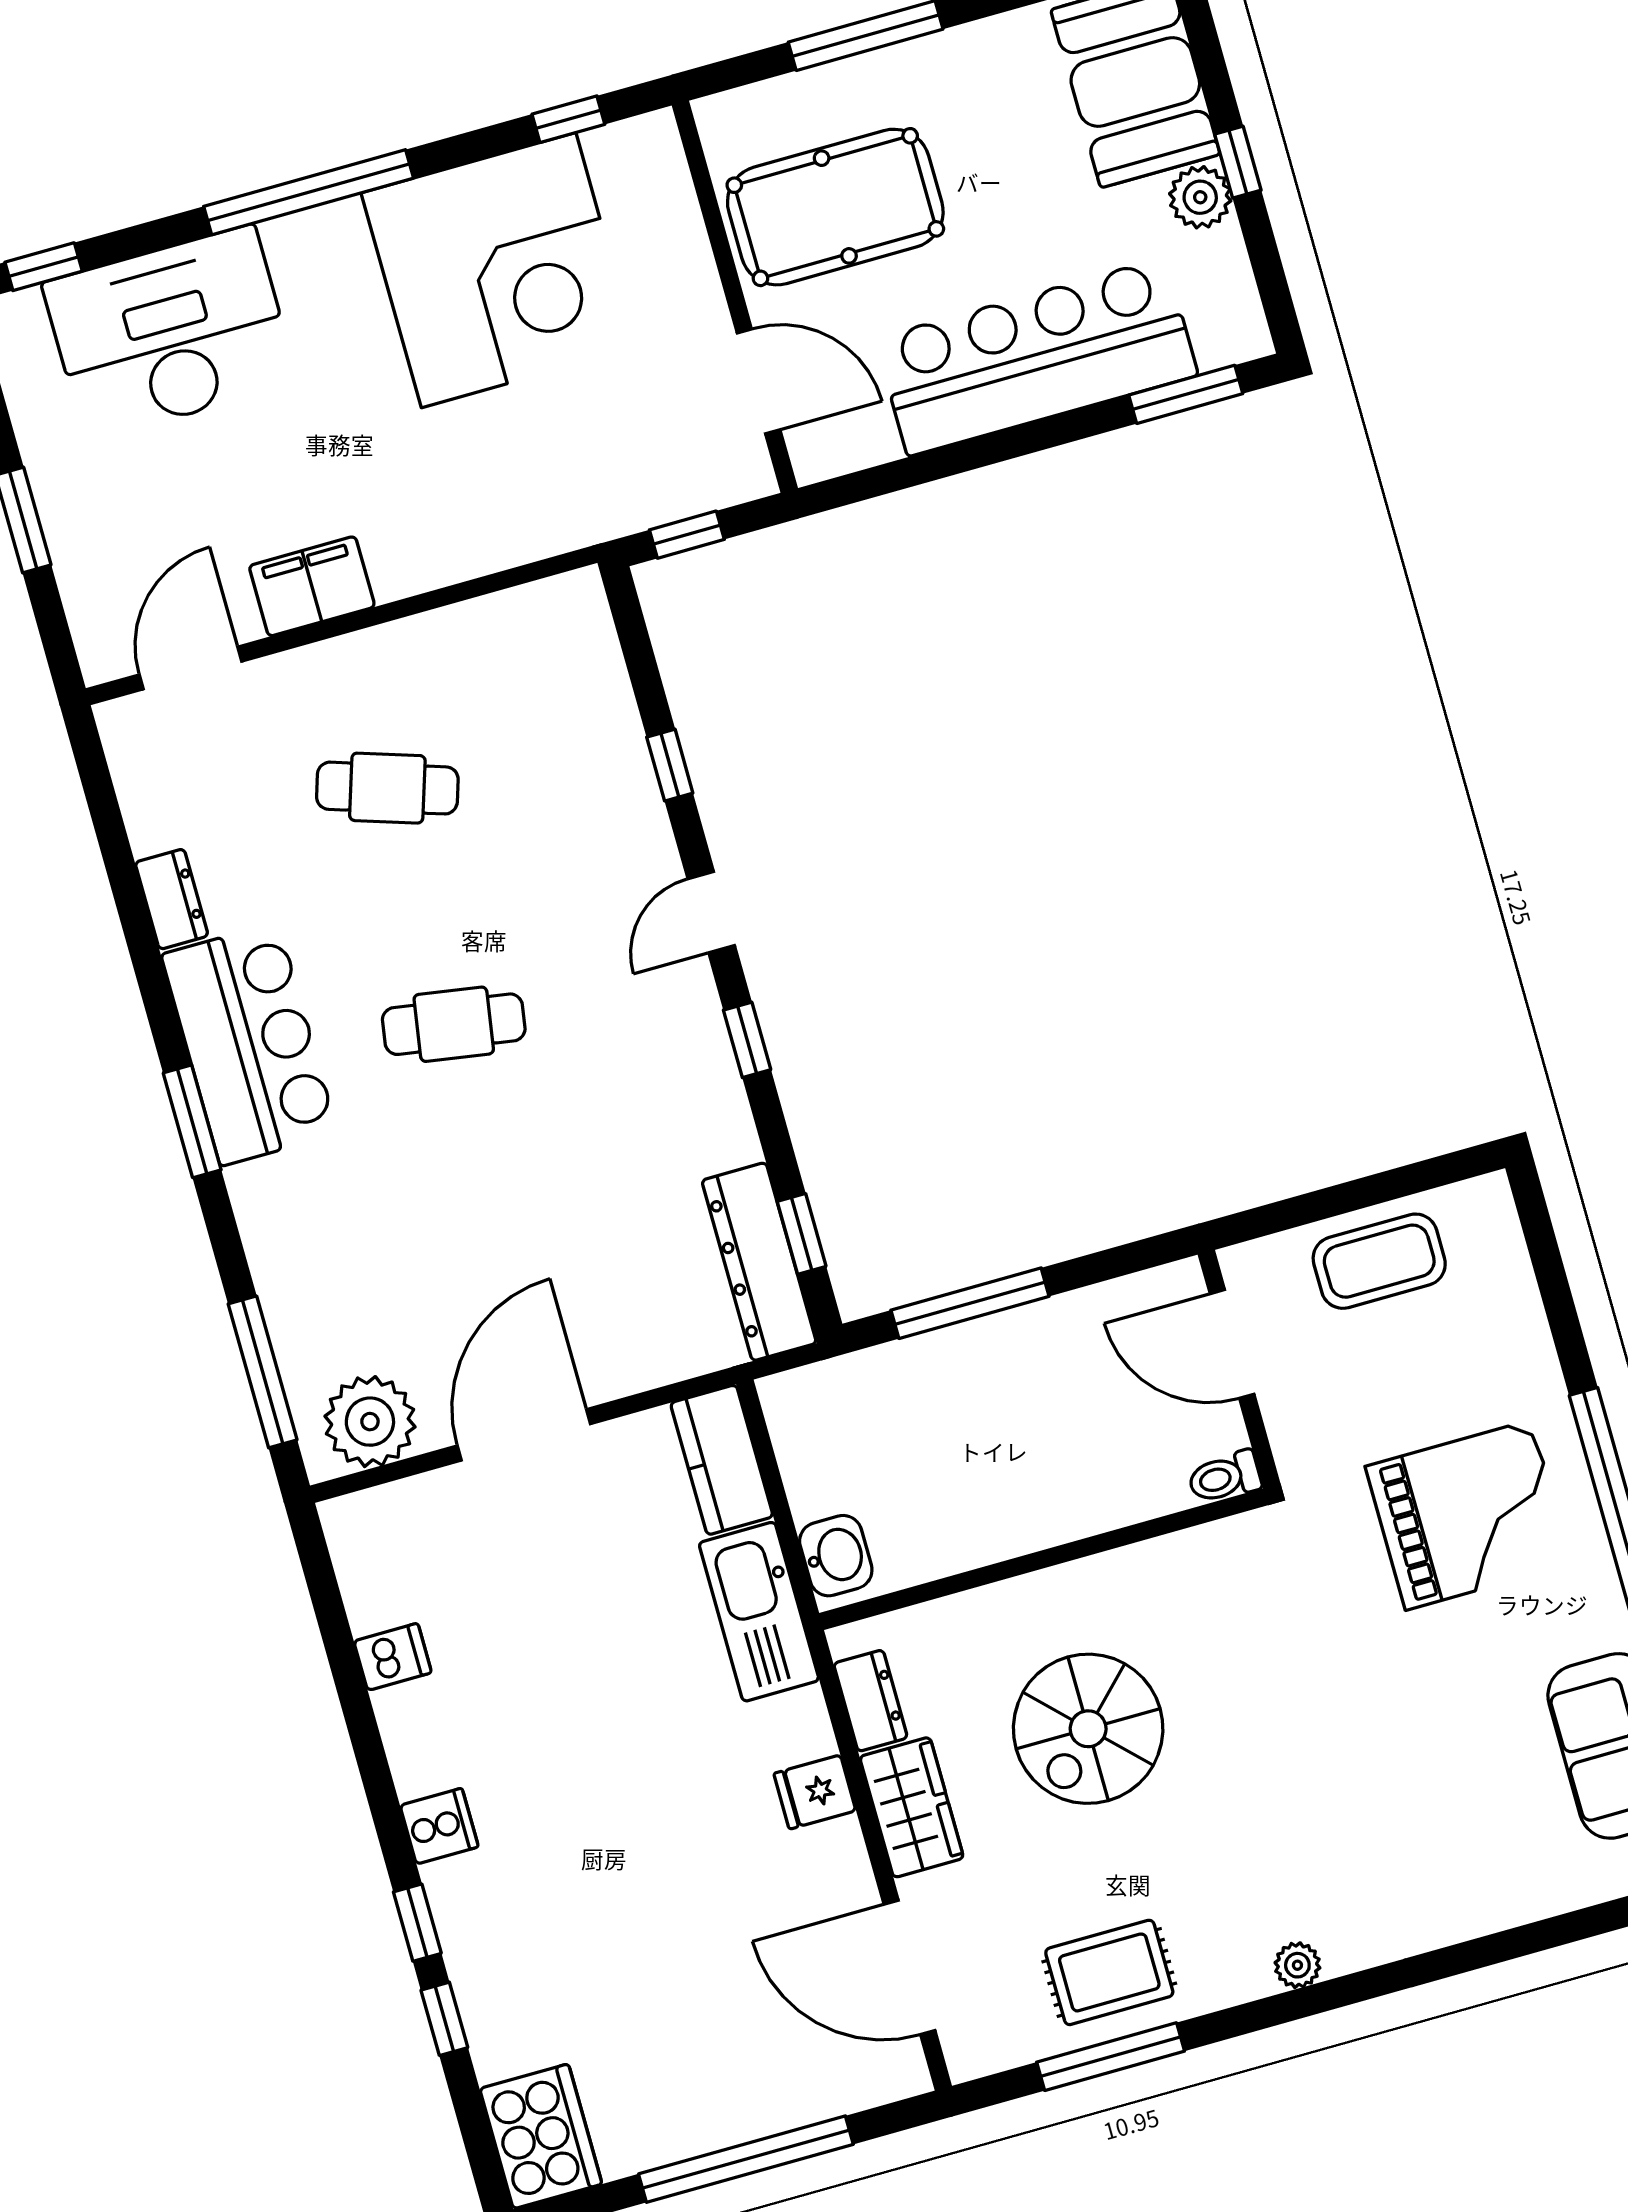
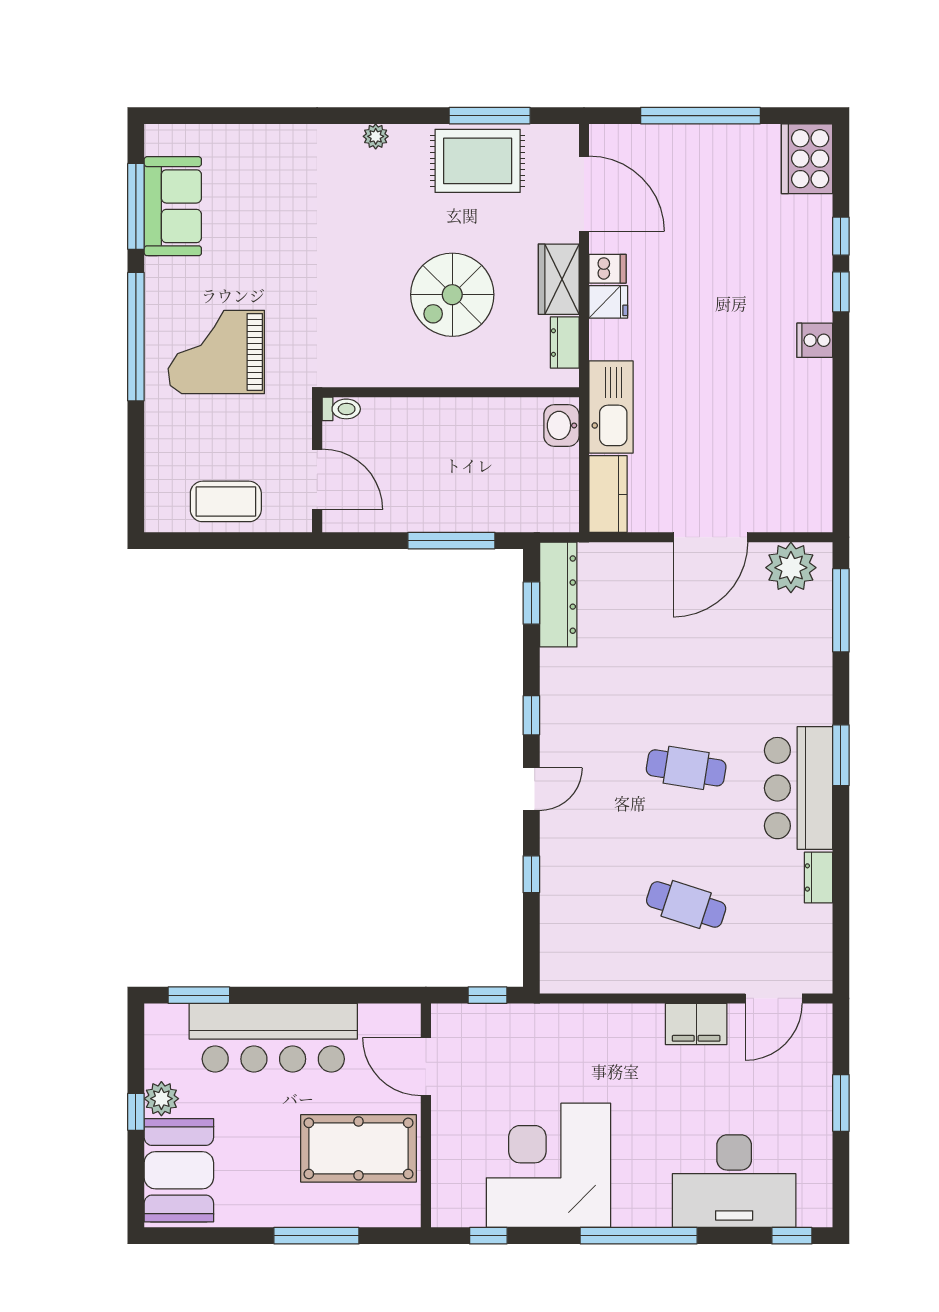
dishwasher: (393, 1657) -> (607, 269), moved, turned 180
spiral stairs: (1088, 1729) -> (452, 295), turned 180
rug: (1109, 1972) -> (478, 161), width x1.36, depth x1.43

